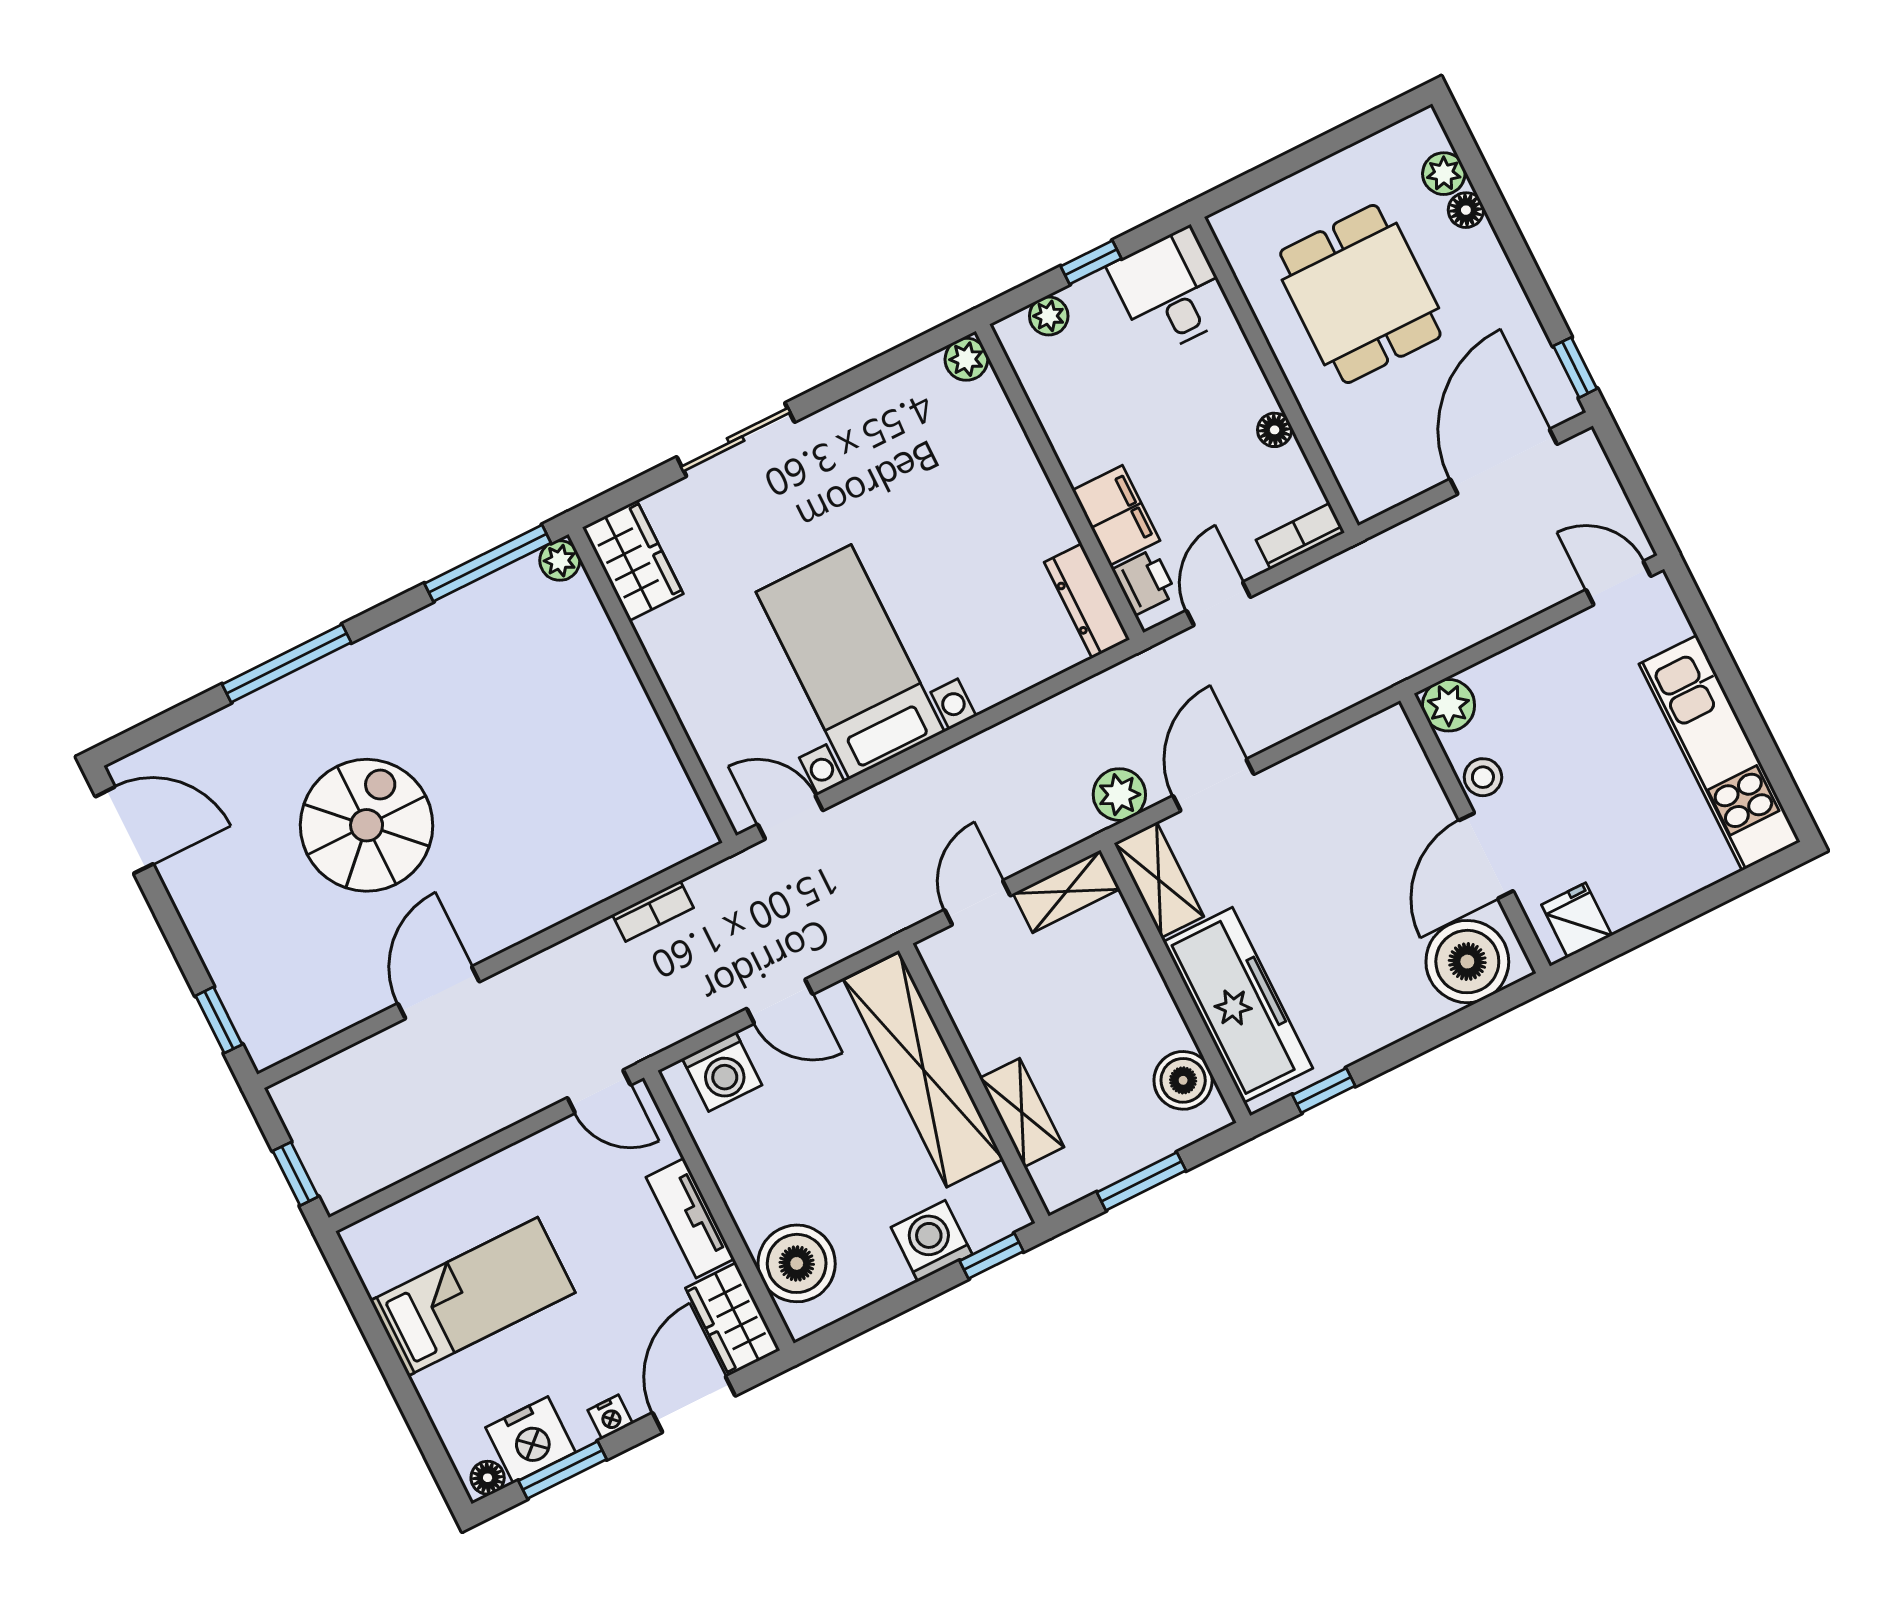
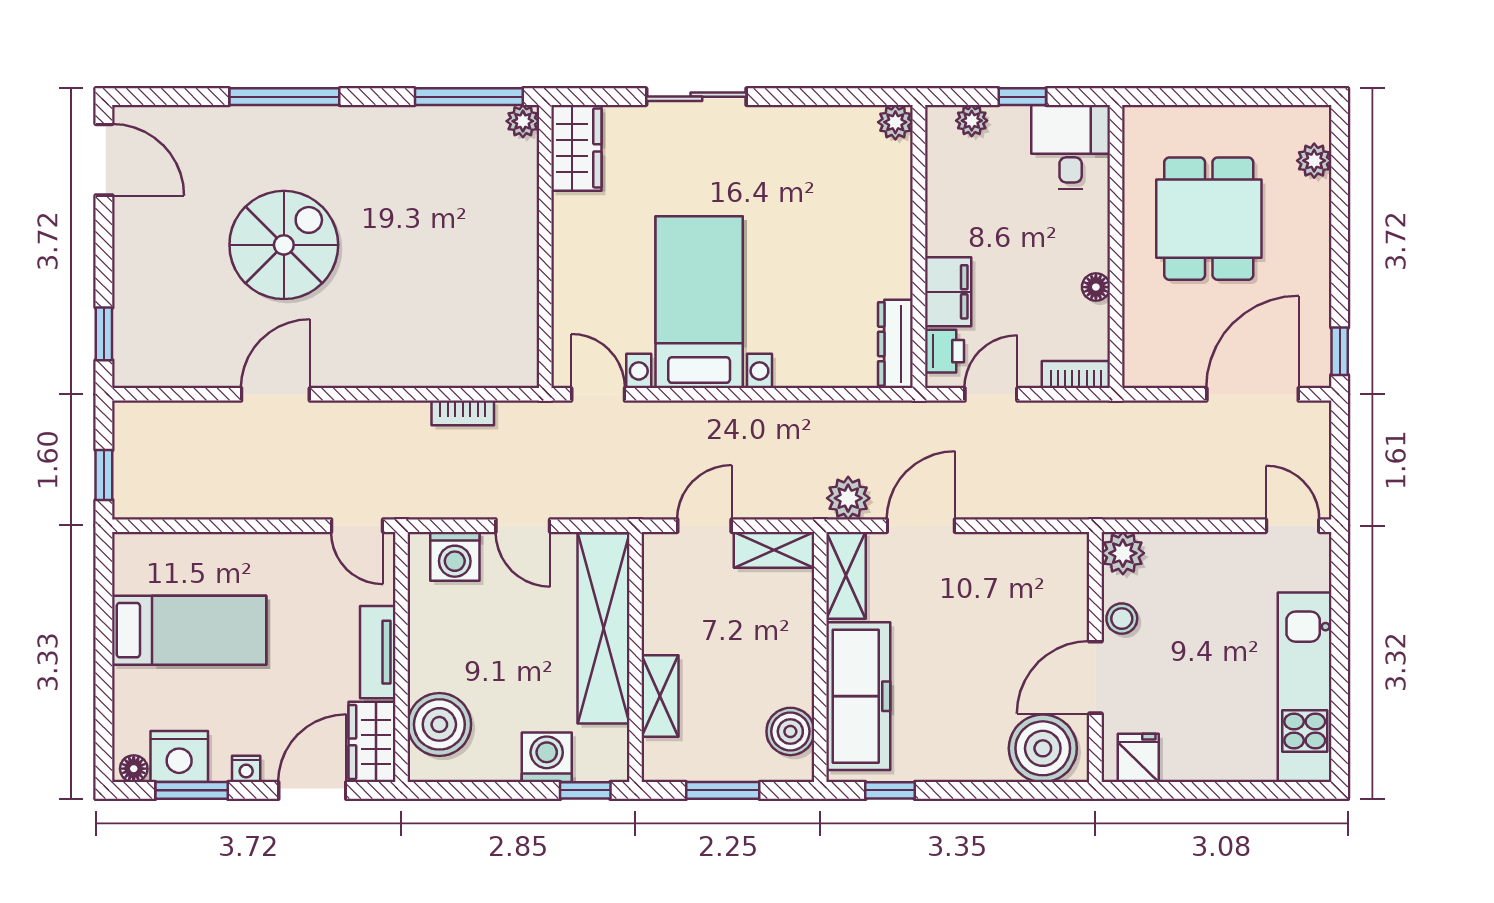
floor lamp: (1466, 210) -> (1317, 196), removed

